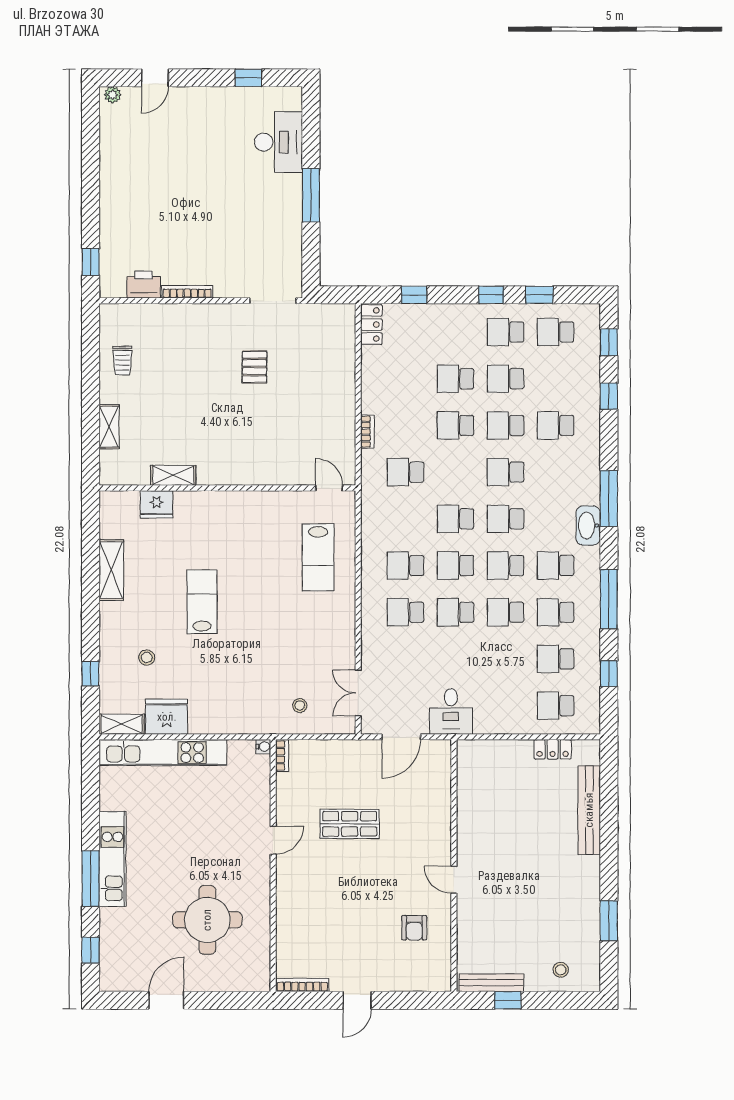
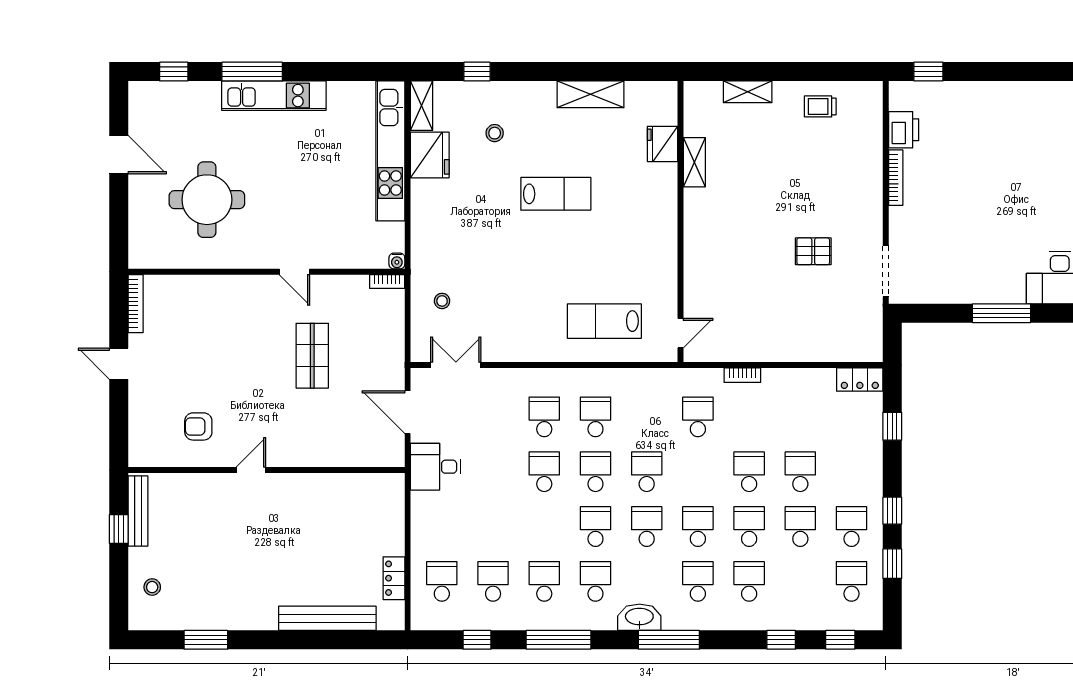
school desk: (506, 612) -> (698, 581), moved

